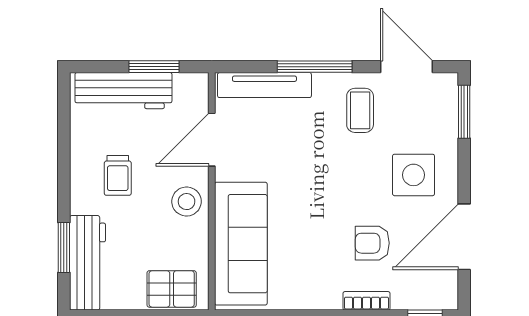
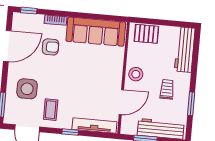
window: (315, 67) -> (70, 132), width x0.46
side table: (414, 175) -> (27, 89), moved
sofa: (241, 244) -> (96, 32), moved, turned -90
window: (64, 248) -> (191, 104), moved

